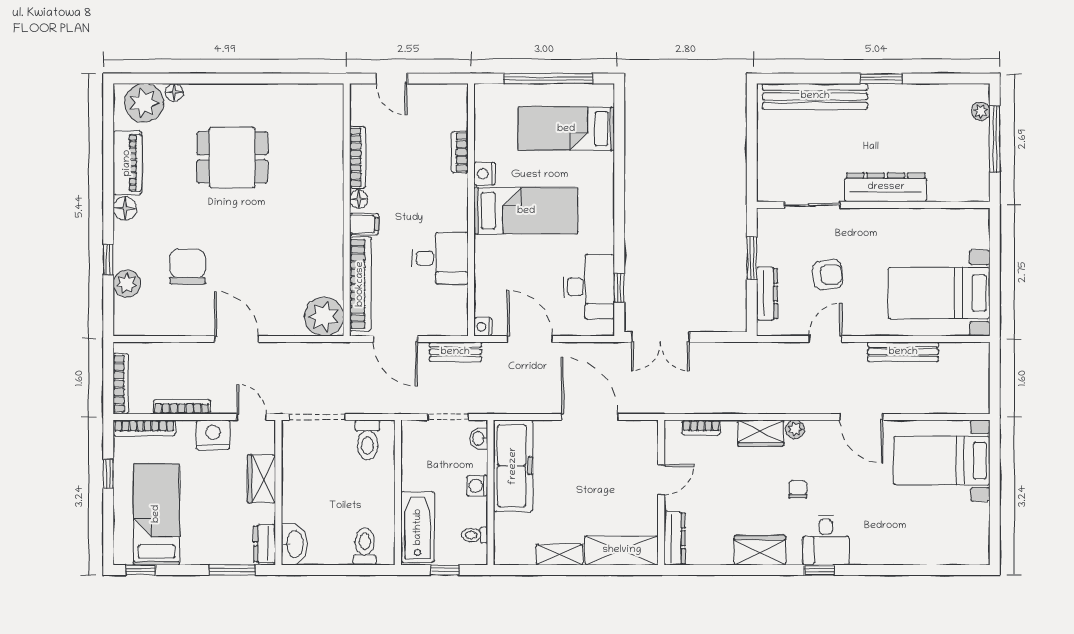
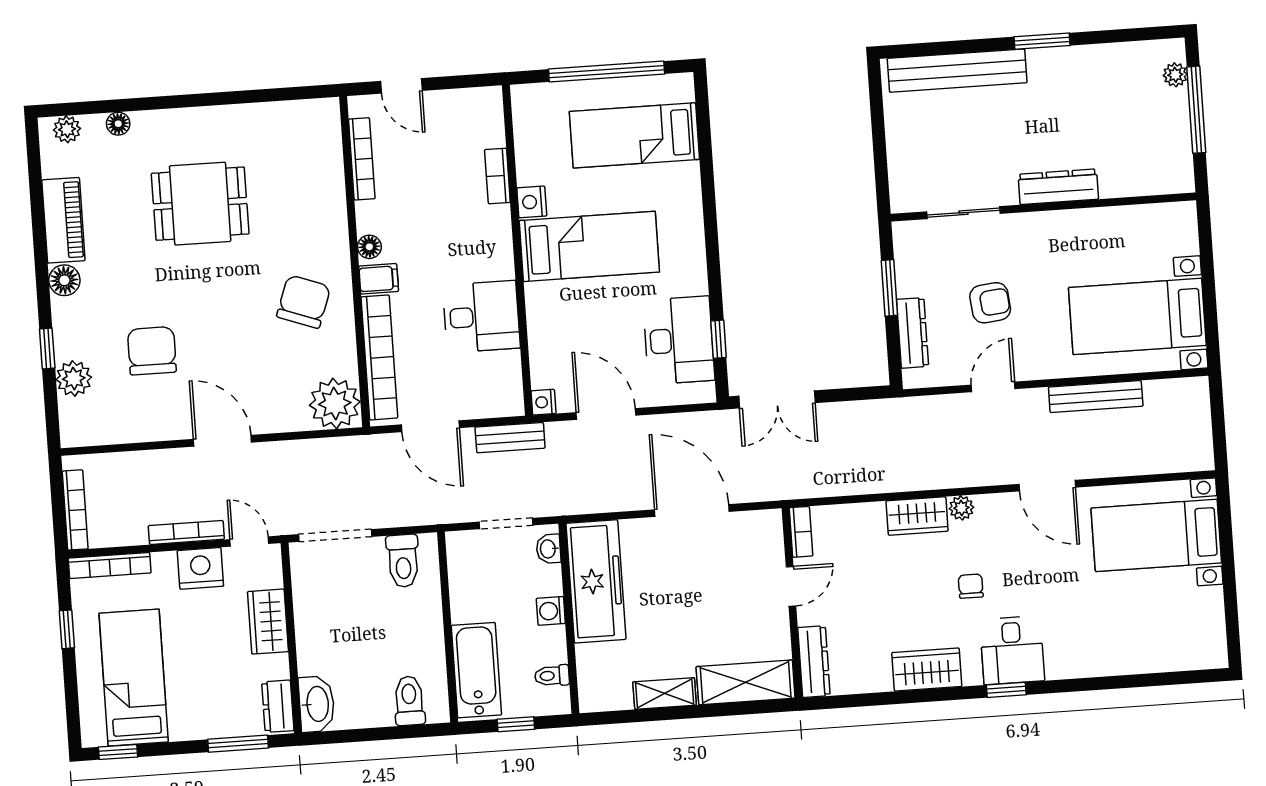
plant: (144, 103) -> (67, 129), width x0.53, depth x0.53
bookcase: (358, 157) -> (362, 159), moved
dresser: (886, 187) -> (1058, 187), width x0.73, depth x0.80
chair: (306, 237) -> (304, 302), added
bookcase: (182, 407) -> (186, 532), moved
bookcase: (701, 427) -> (801, 532), moved, turned -90

